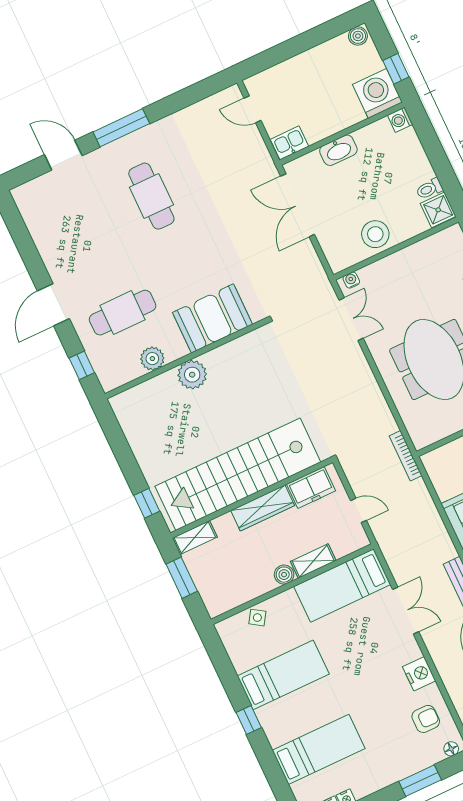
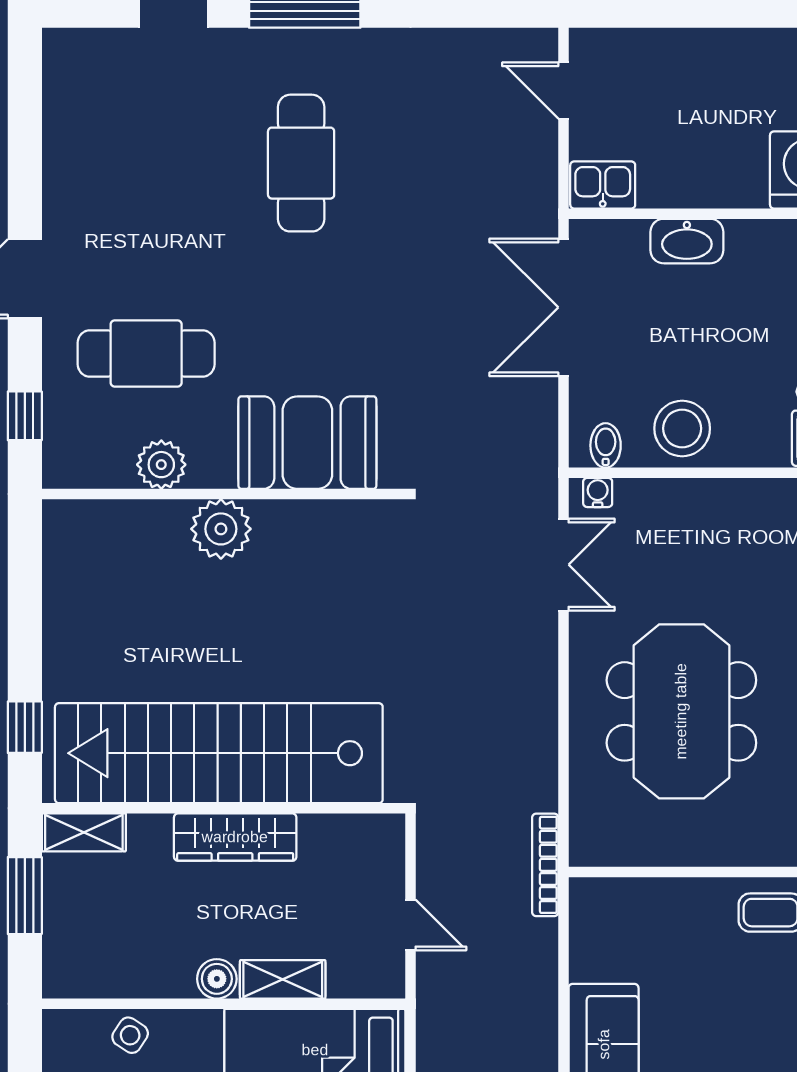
bidet: (345, 258) -> (606, 445), added
freezer: (311, 487) -> (343, 841), removed

